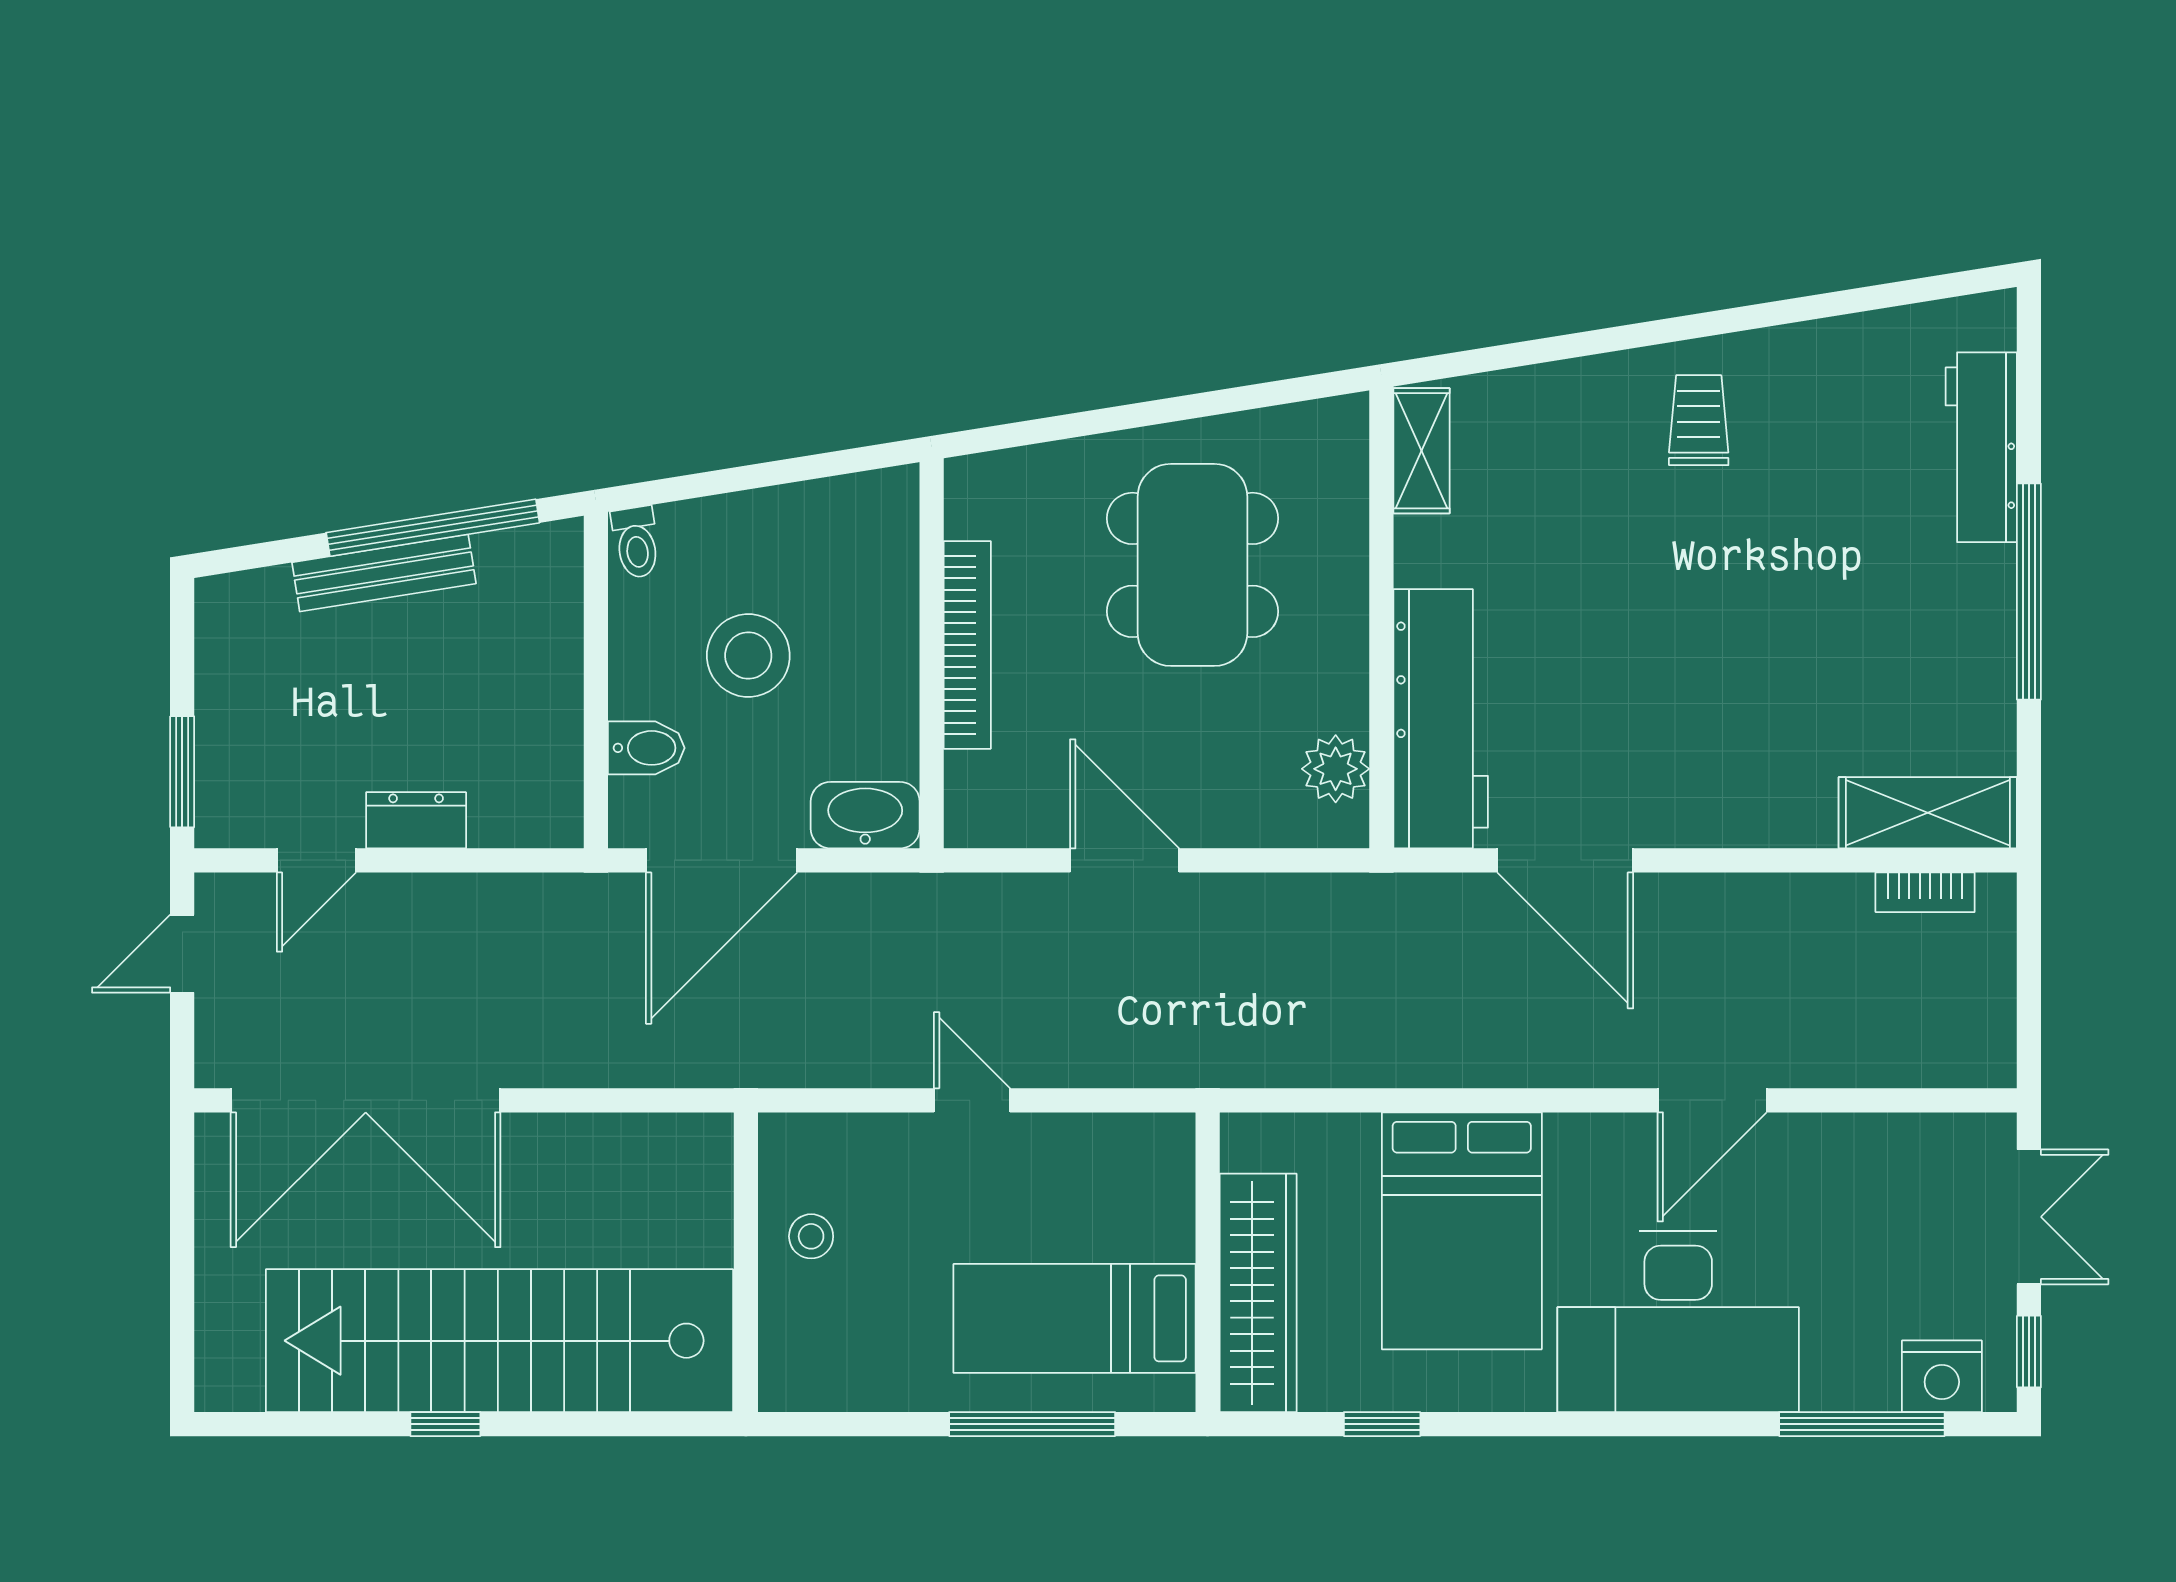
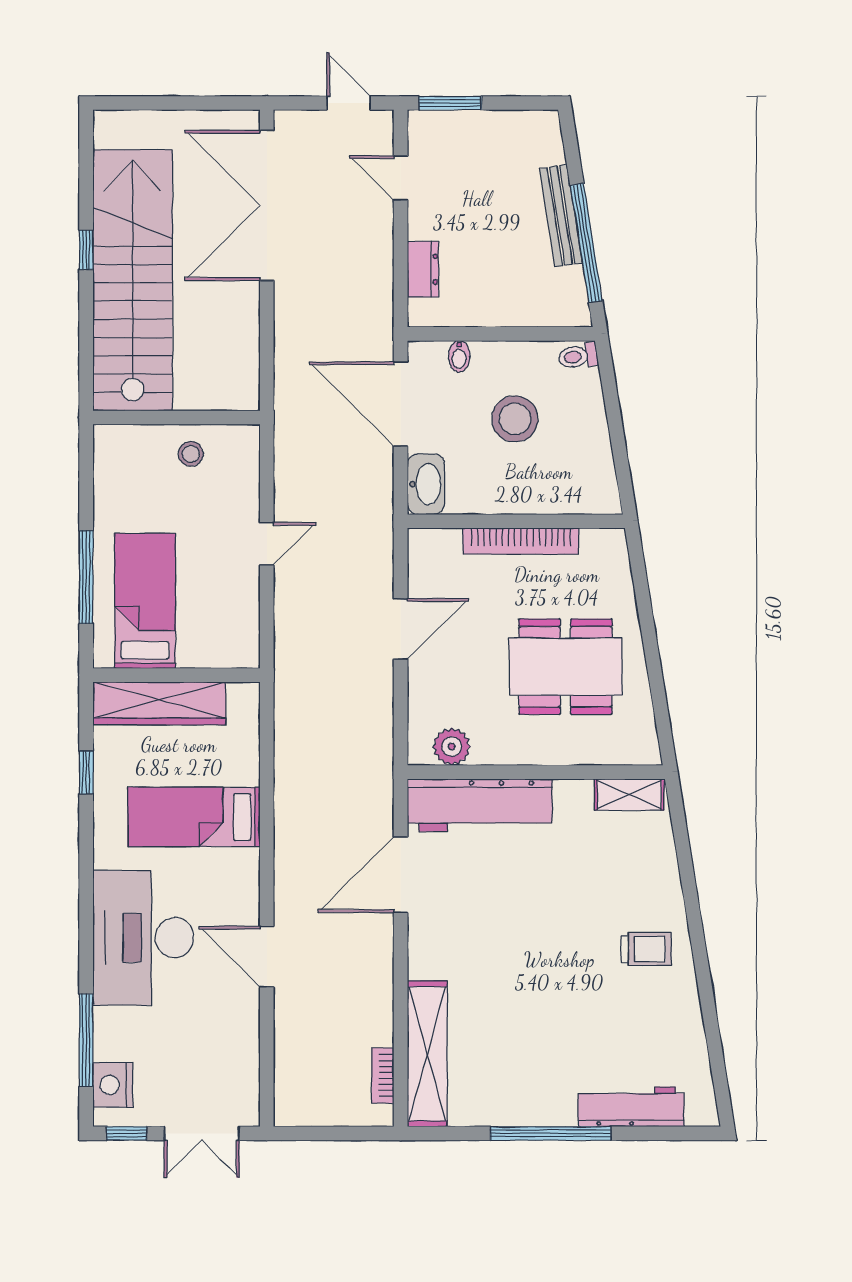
bidet: (646, 748) -> (459, 356), width x0.72, depth x0.74
shelving: (1928, 813) -> (427, 1054), width x1.47
dresser: (416, 820) -> (423, 269), moved
bed: (1462, 1231) -> (194, 817), width x0.67

